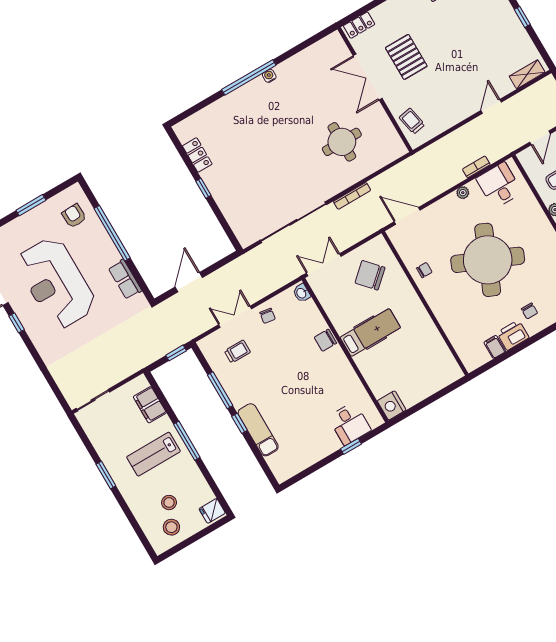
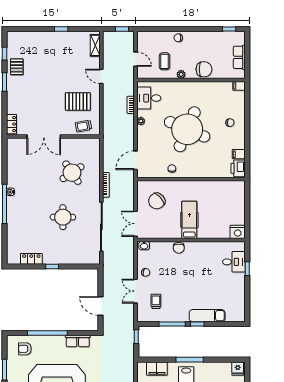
pallet: (406, 57) -> (78, 102), moved
round table: (342, 142) -> (72, 173), turned -34
round table: (276, 164) -> (63, 217), added
printer: (513, 335) -> (238, 168), moved

